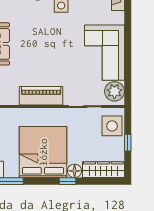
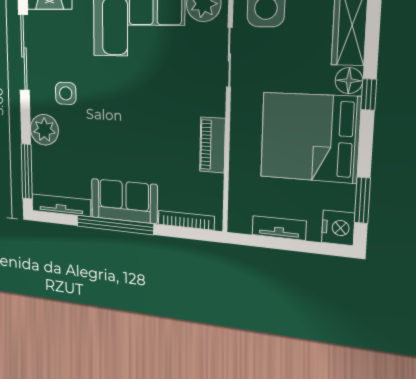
piano: (41, 96) -> (213, 145), width x0.73, depth x0.75

